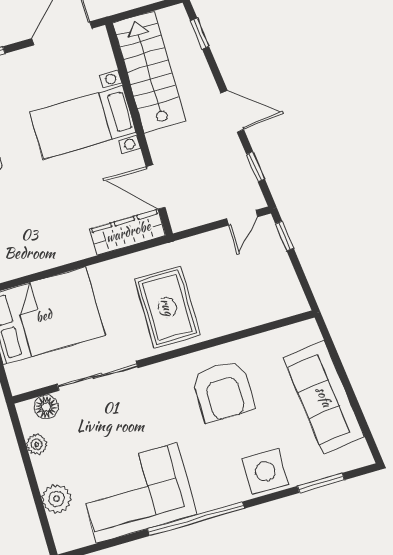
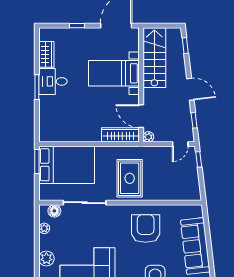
plant: (180, 221) -> (148, 137), added
armchair: (223, 391) -> (146, 229), turned 180

